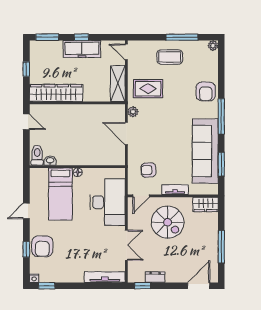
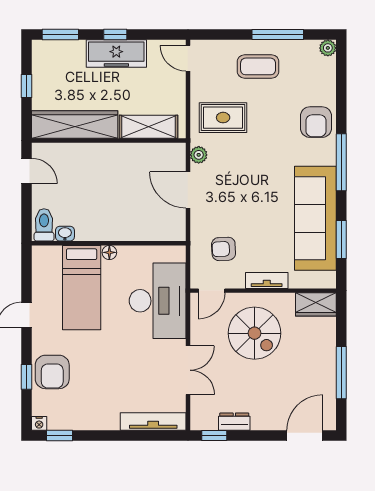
shelving: (118, 84) -> (149, 127), moved, turned 90

